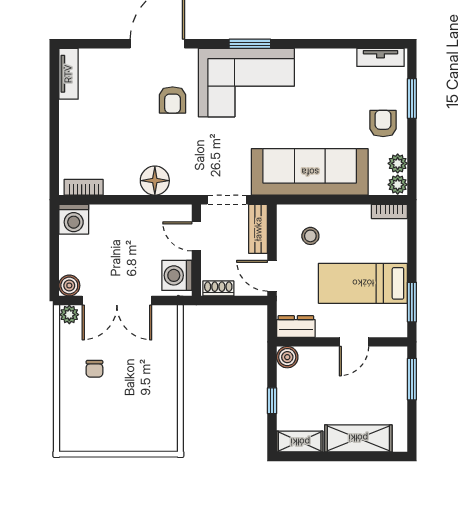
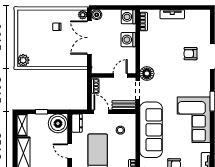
tv unit: (68, 74) -> (172, 14), moved
corner sofa: (246, 83) -> (194, 120), moved
armchair: (173, 100) -> (191, 54), moved
floor lamp: (155, 181) -> (147, 73), moved
washing machine: (177, 275) -> (128, 40), moved, turned -90
door: (272, 276) -> (101, 112), hinge flipped
boiler: (287, 357) -> (58, 123), width x1.86, depth x1.86
plant: (164, 439) -> (23, 60), added

